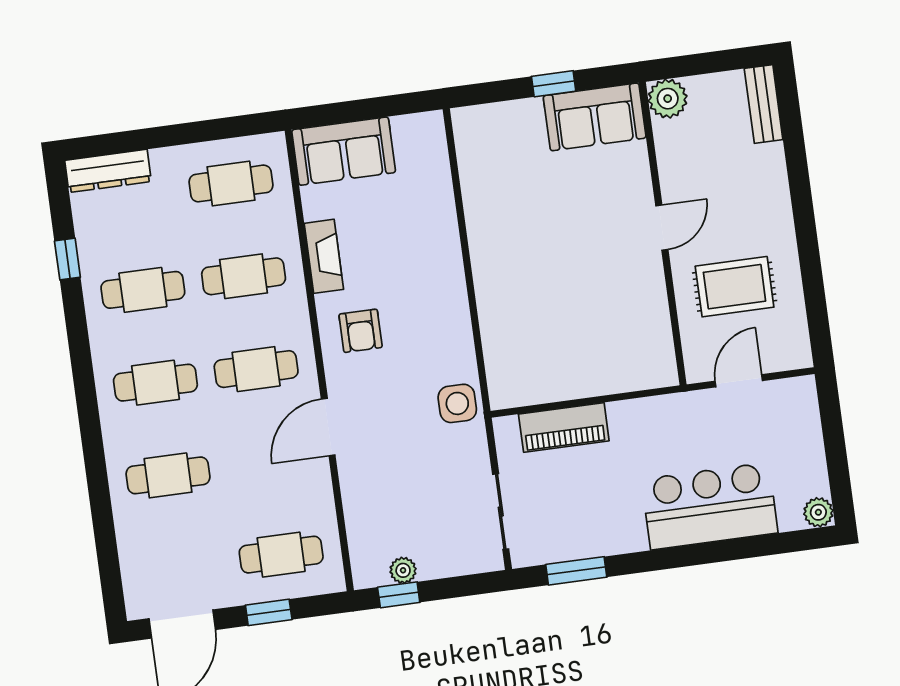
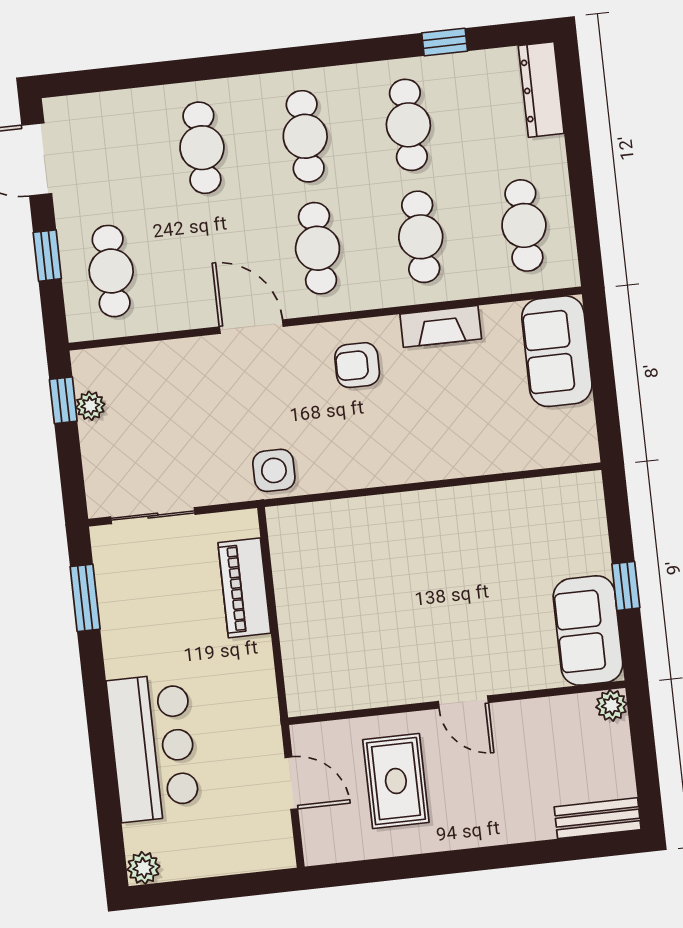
plant: (668, 99) -> (611, 705), width x0.73, depth x0.73

